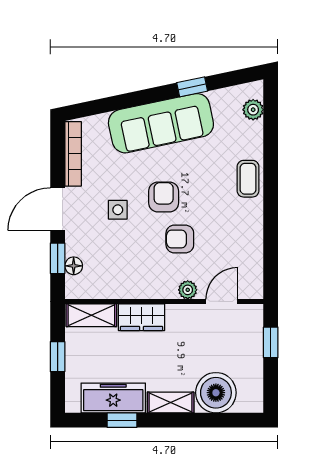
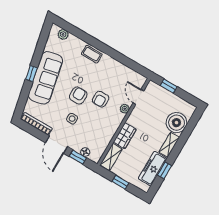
window: (192, 87) -> (31, 74), moved
armchair: (164, 197) -> (78, 95), turned 90

